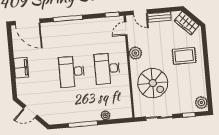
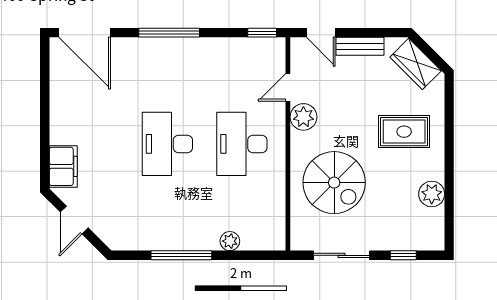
door: (126, 28) -> (288, 87), moved
filing cabinet: (21, 68) -> (63, 166), moved
plant: (201, 103) -> (432, 194), moved
door: (30, 112) -> (74, 220), hinge flipped

